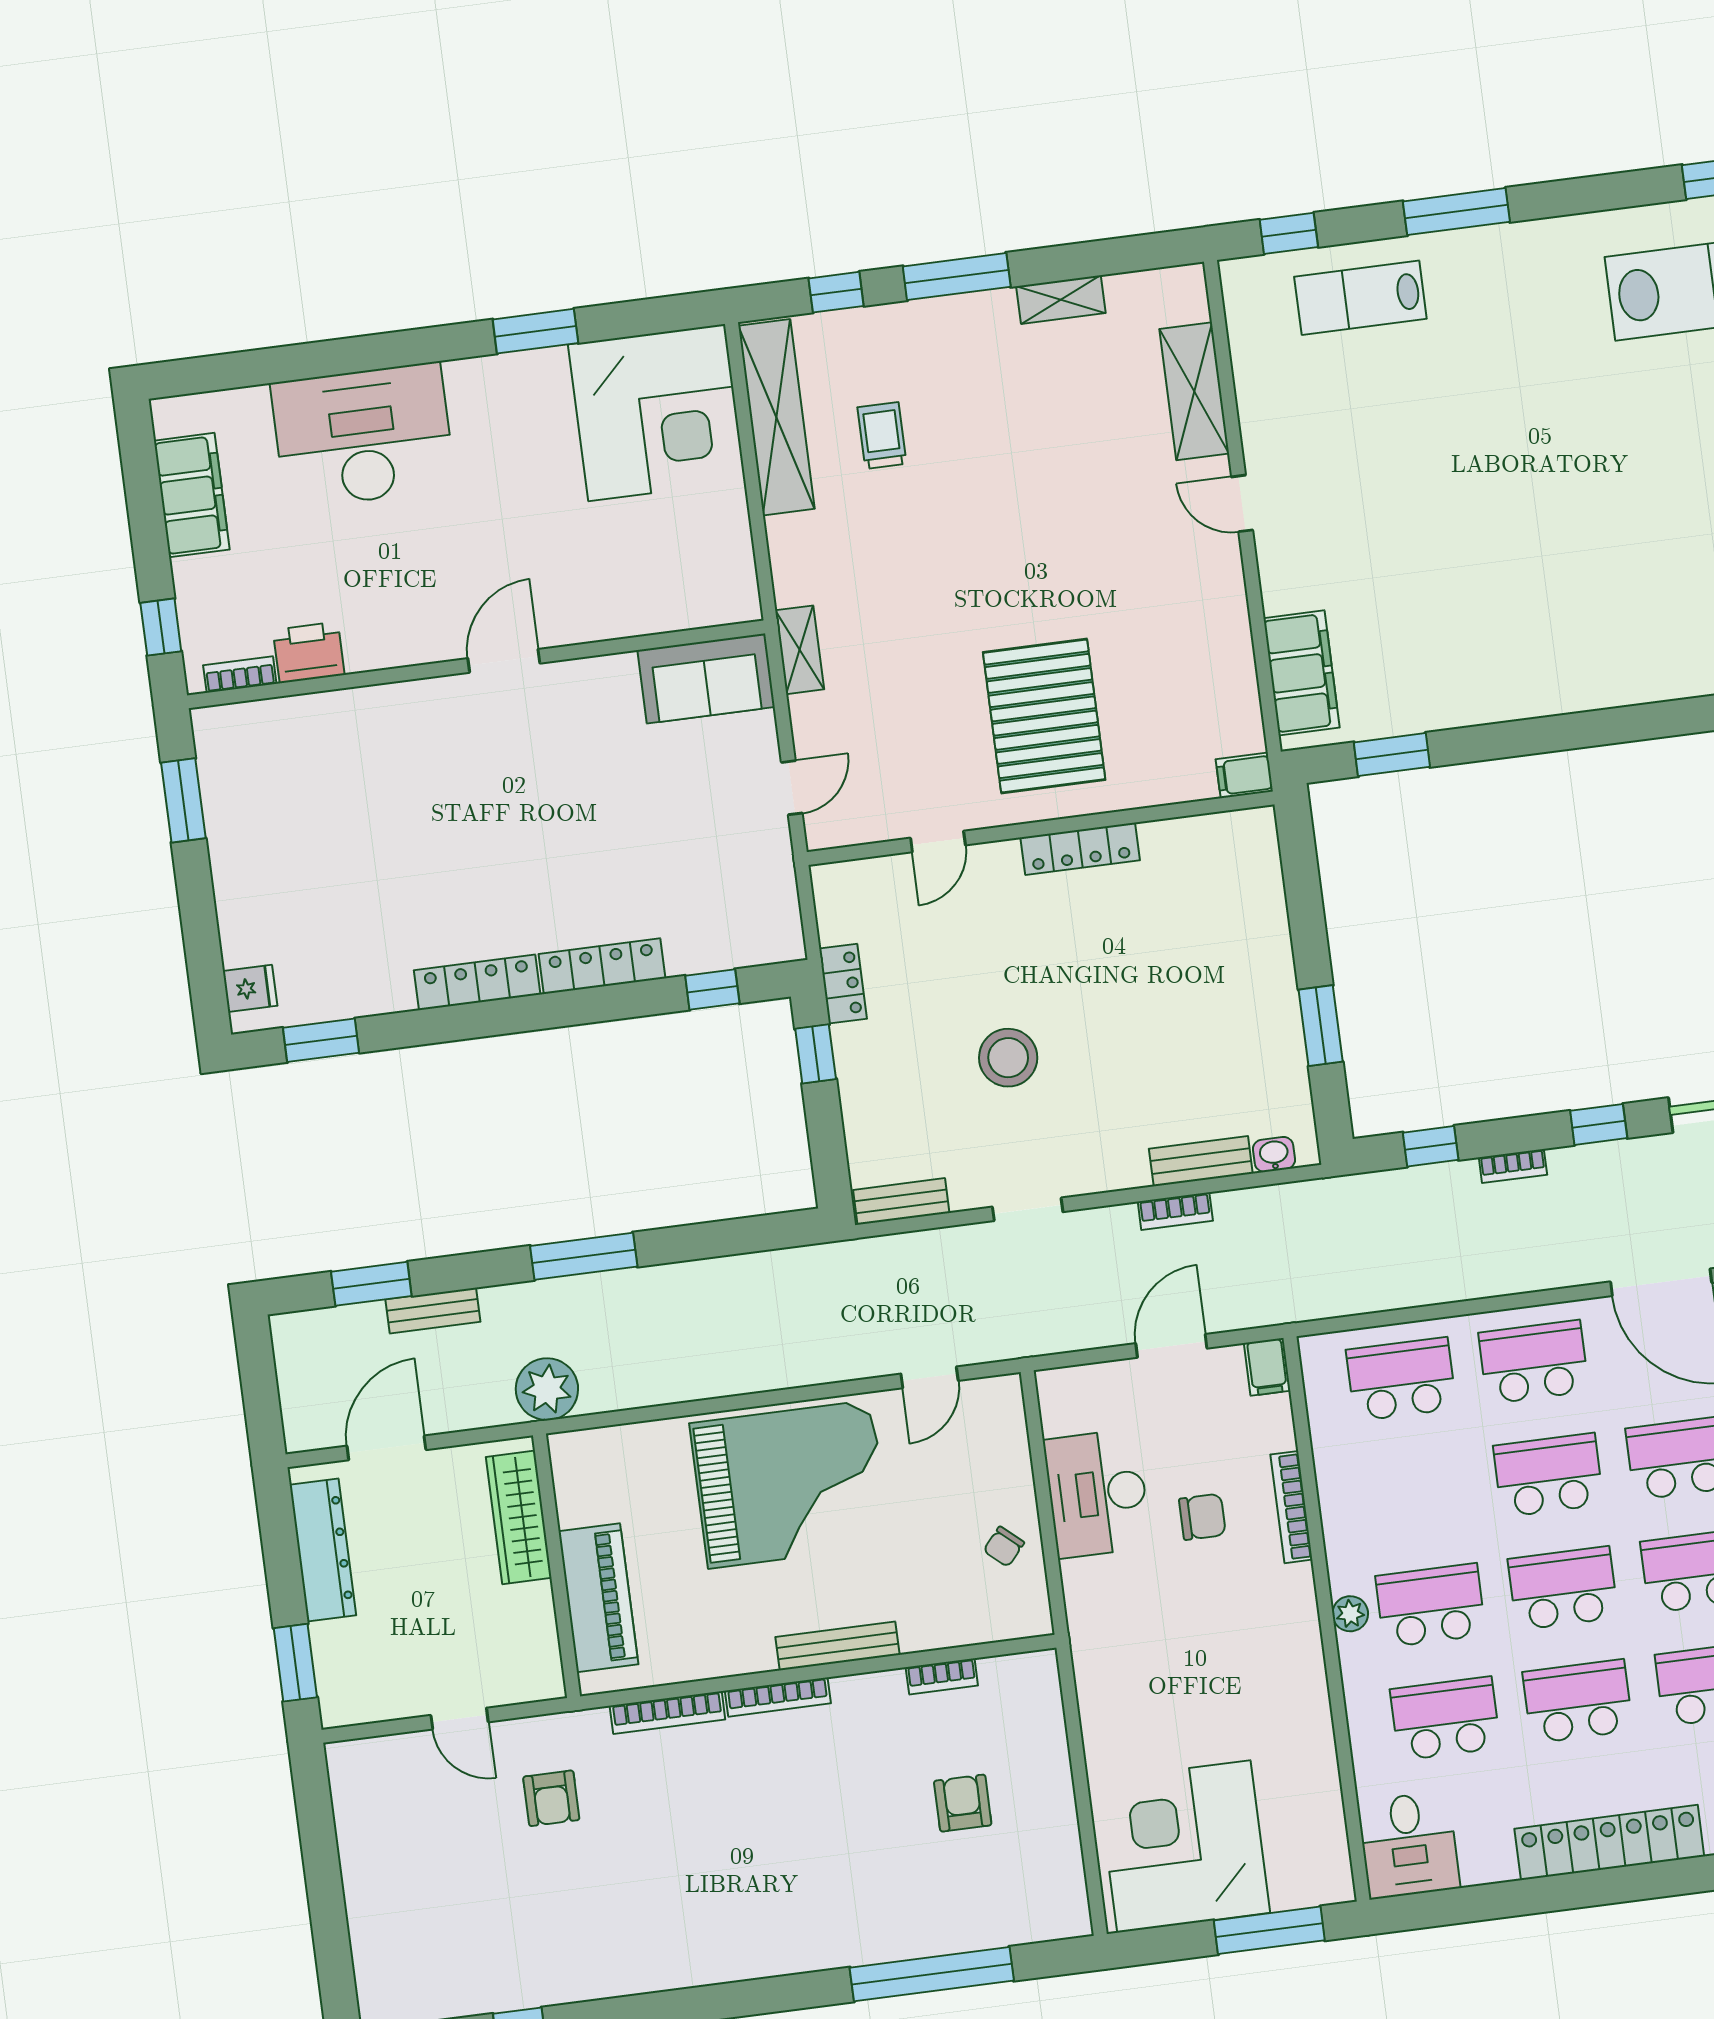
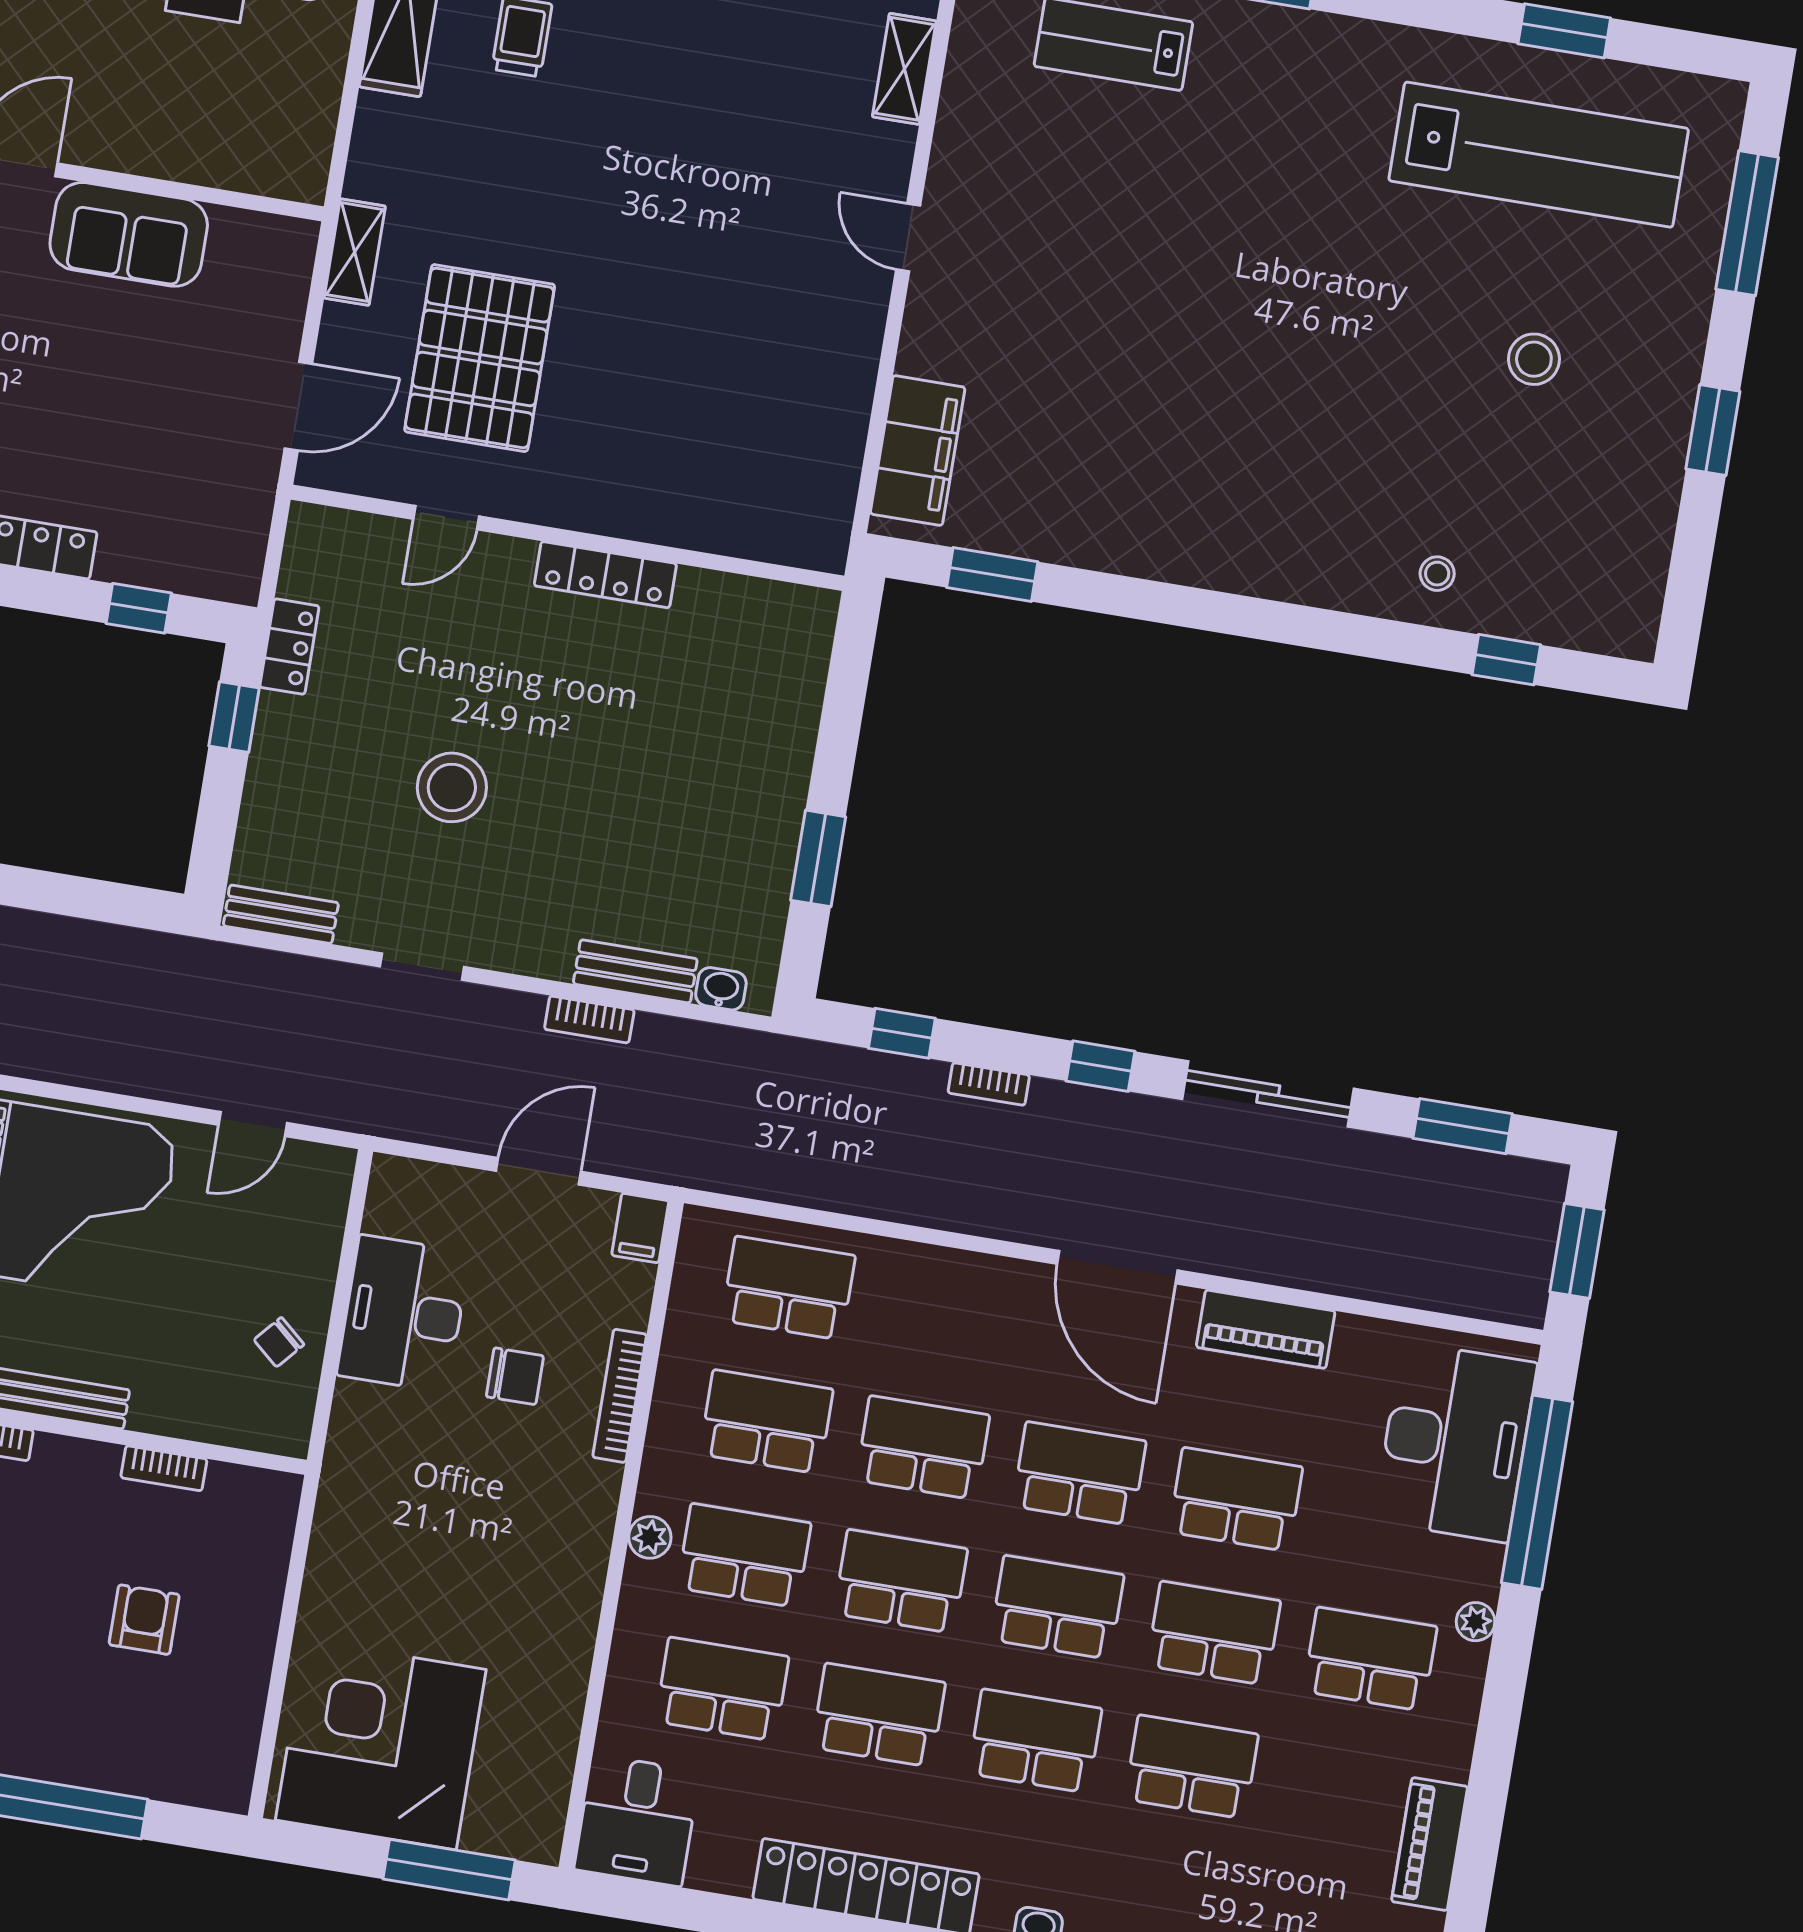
shelving: (1194, 391) -> (904, 69), width x0.67, depth x0.75
sofa: (706, 679) -> (129, 234), moved
pallet: (1044, 716) -> (480, 358), moved
filing cabinet: (1244, 775) -> (817, 548), removed
door: (792, 788) -> (298, 406), width x1.38
school desk: (1534, 1362) -> (766, 1422), moved

